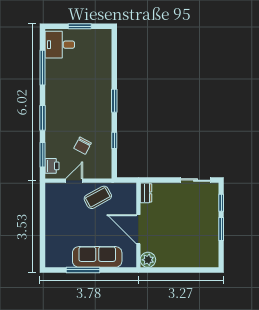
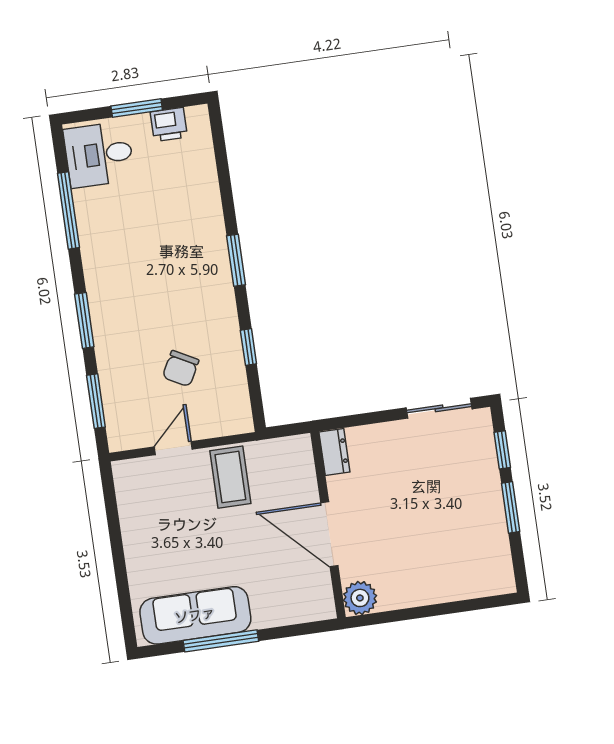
printer: (52, 166) -> (169, 124), moved, turned 90
coffee table: (98, 197) -> (230, 477), turned -61
sofa: (97, 257) -> (195, 615), moved

